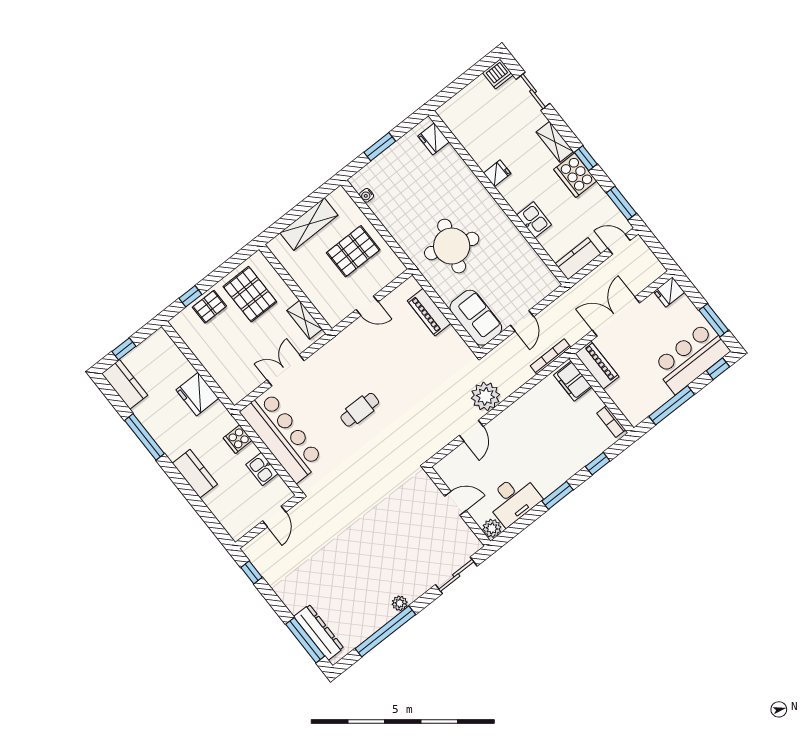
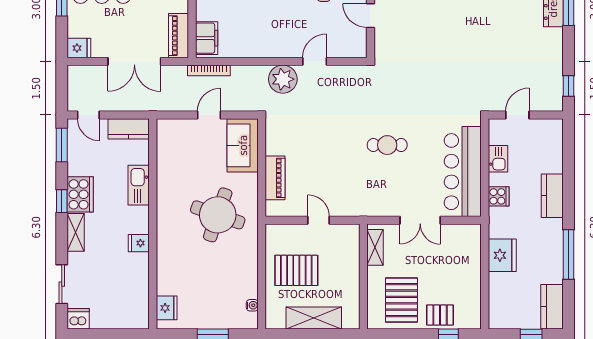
kitchen sink: (534, 220) -> (139, 185), width x1.38

